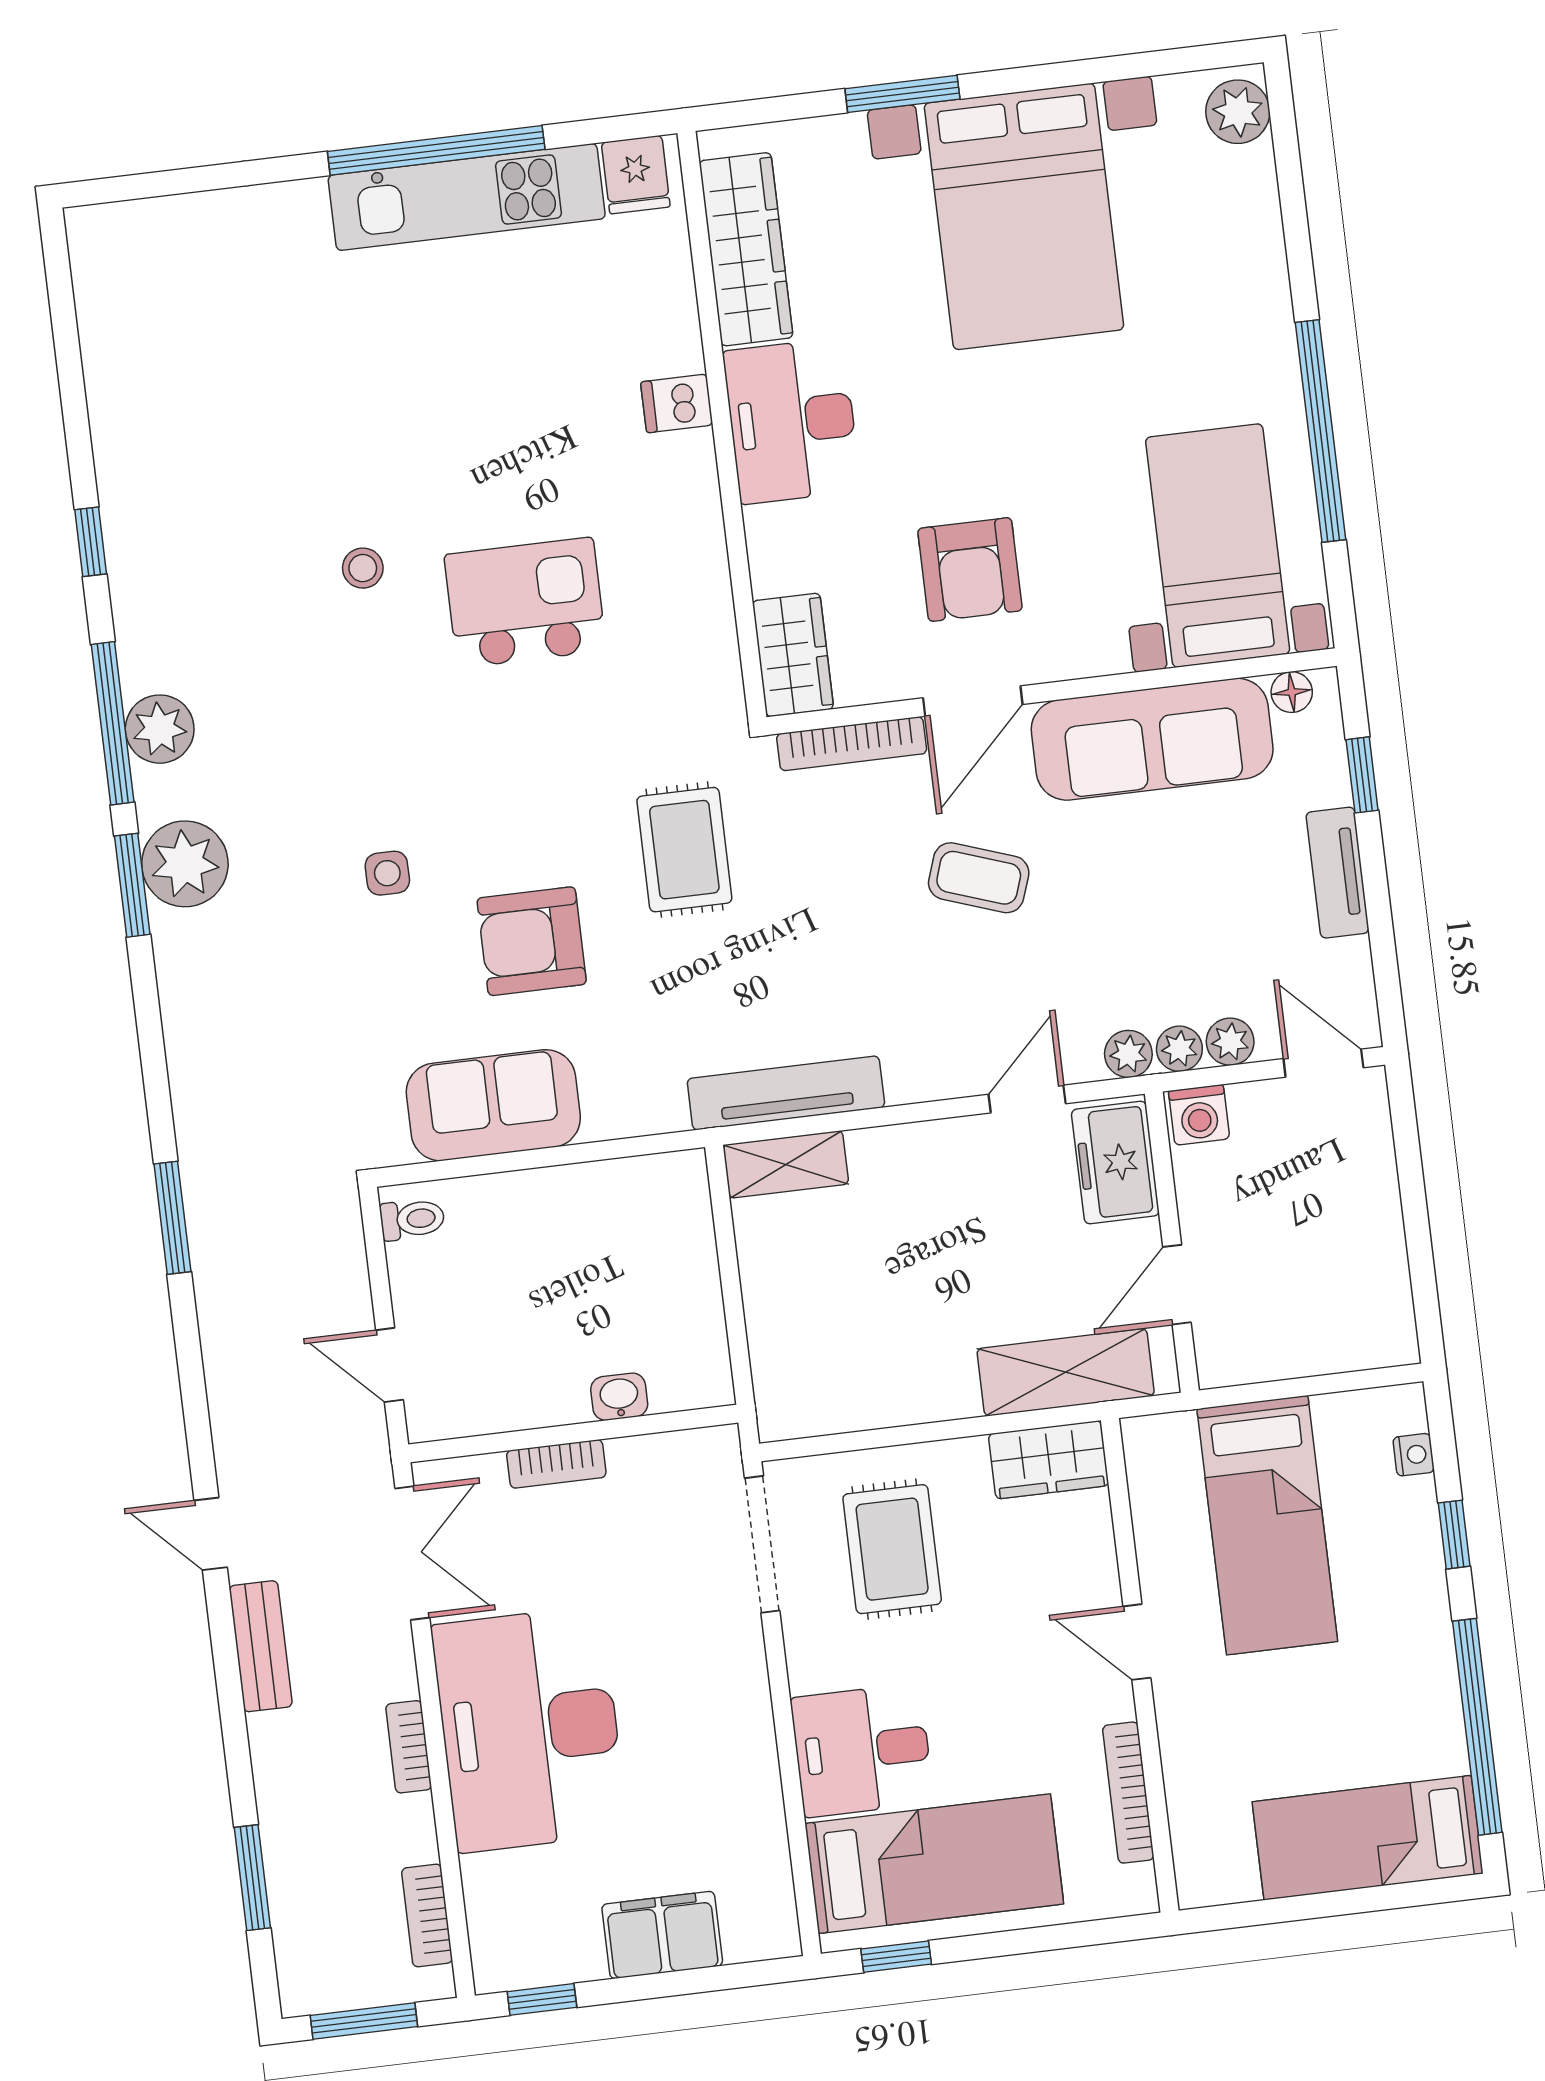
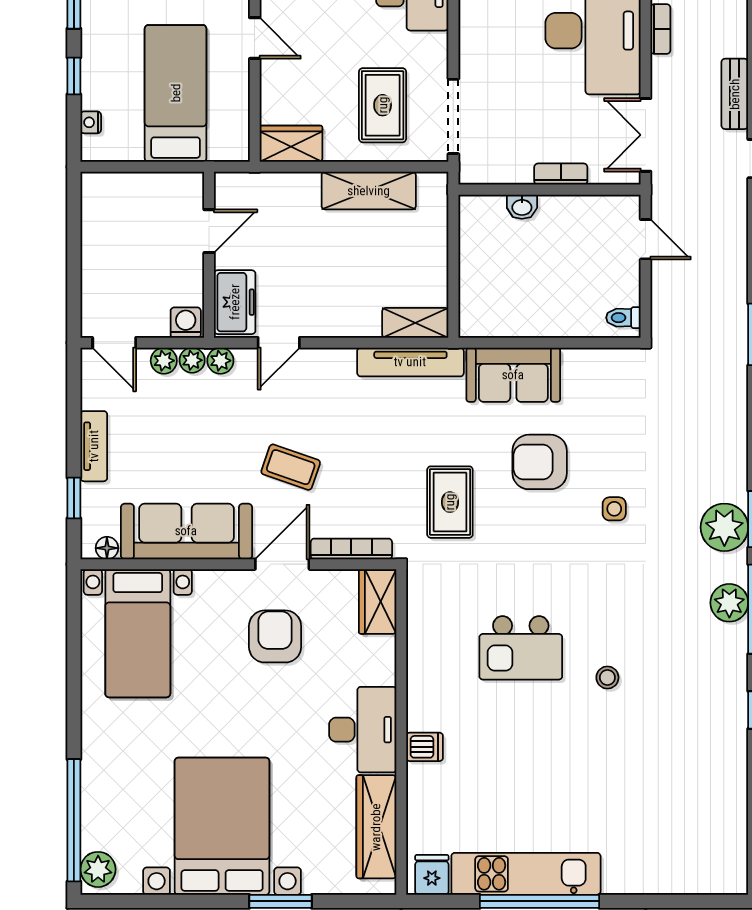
window: (1320, 431) -> (74, 820), moved
armchair: (532, 941) -> (540, 462), turned 180
sofa: (493, 1105) -> (513, 375), moved
shelving: (1066, 1372) -> (369, 191), moved

